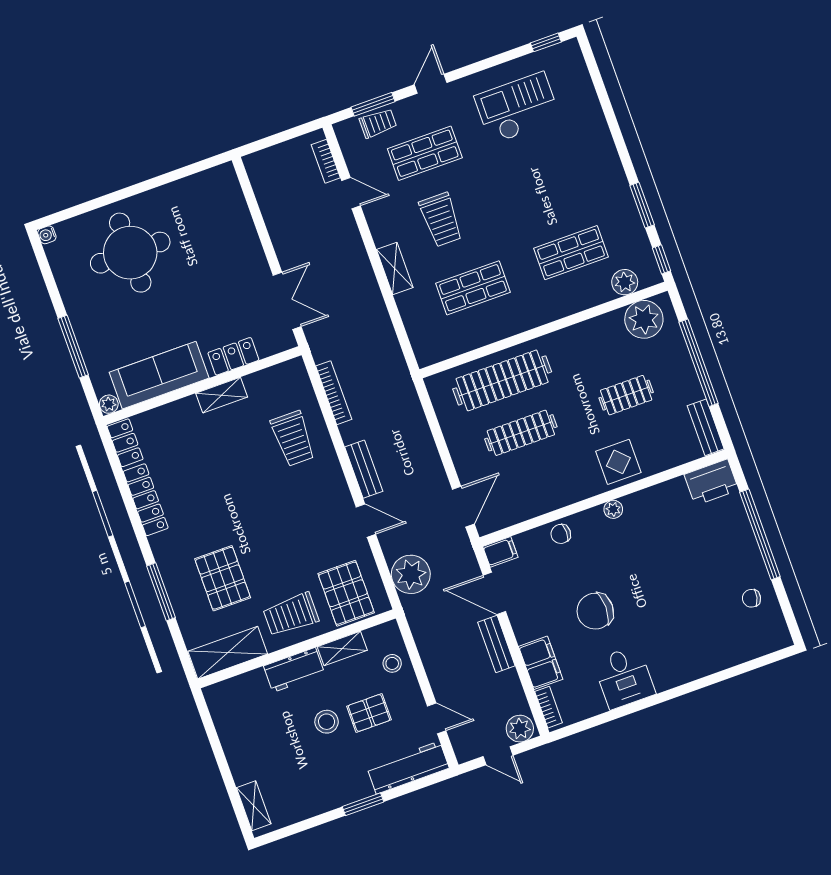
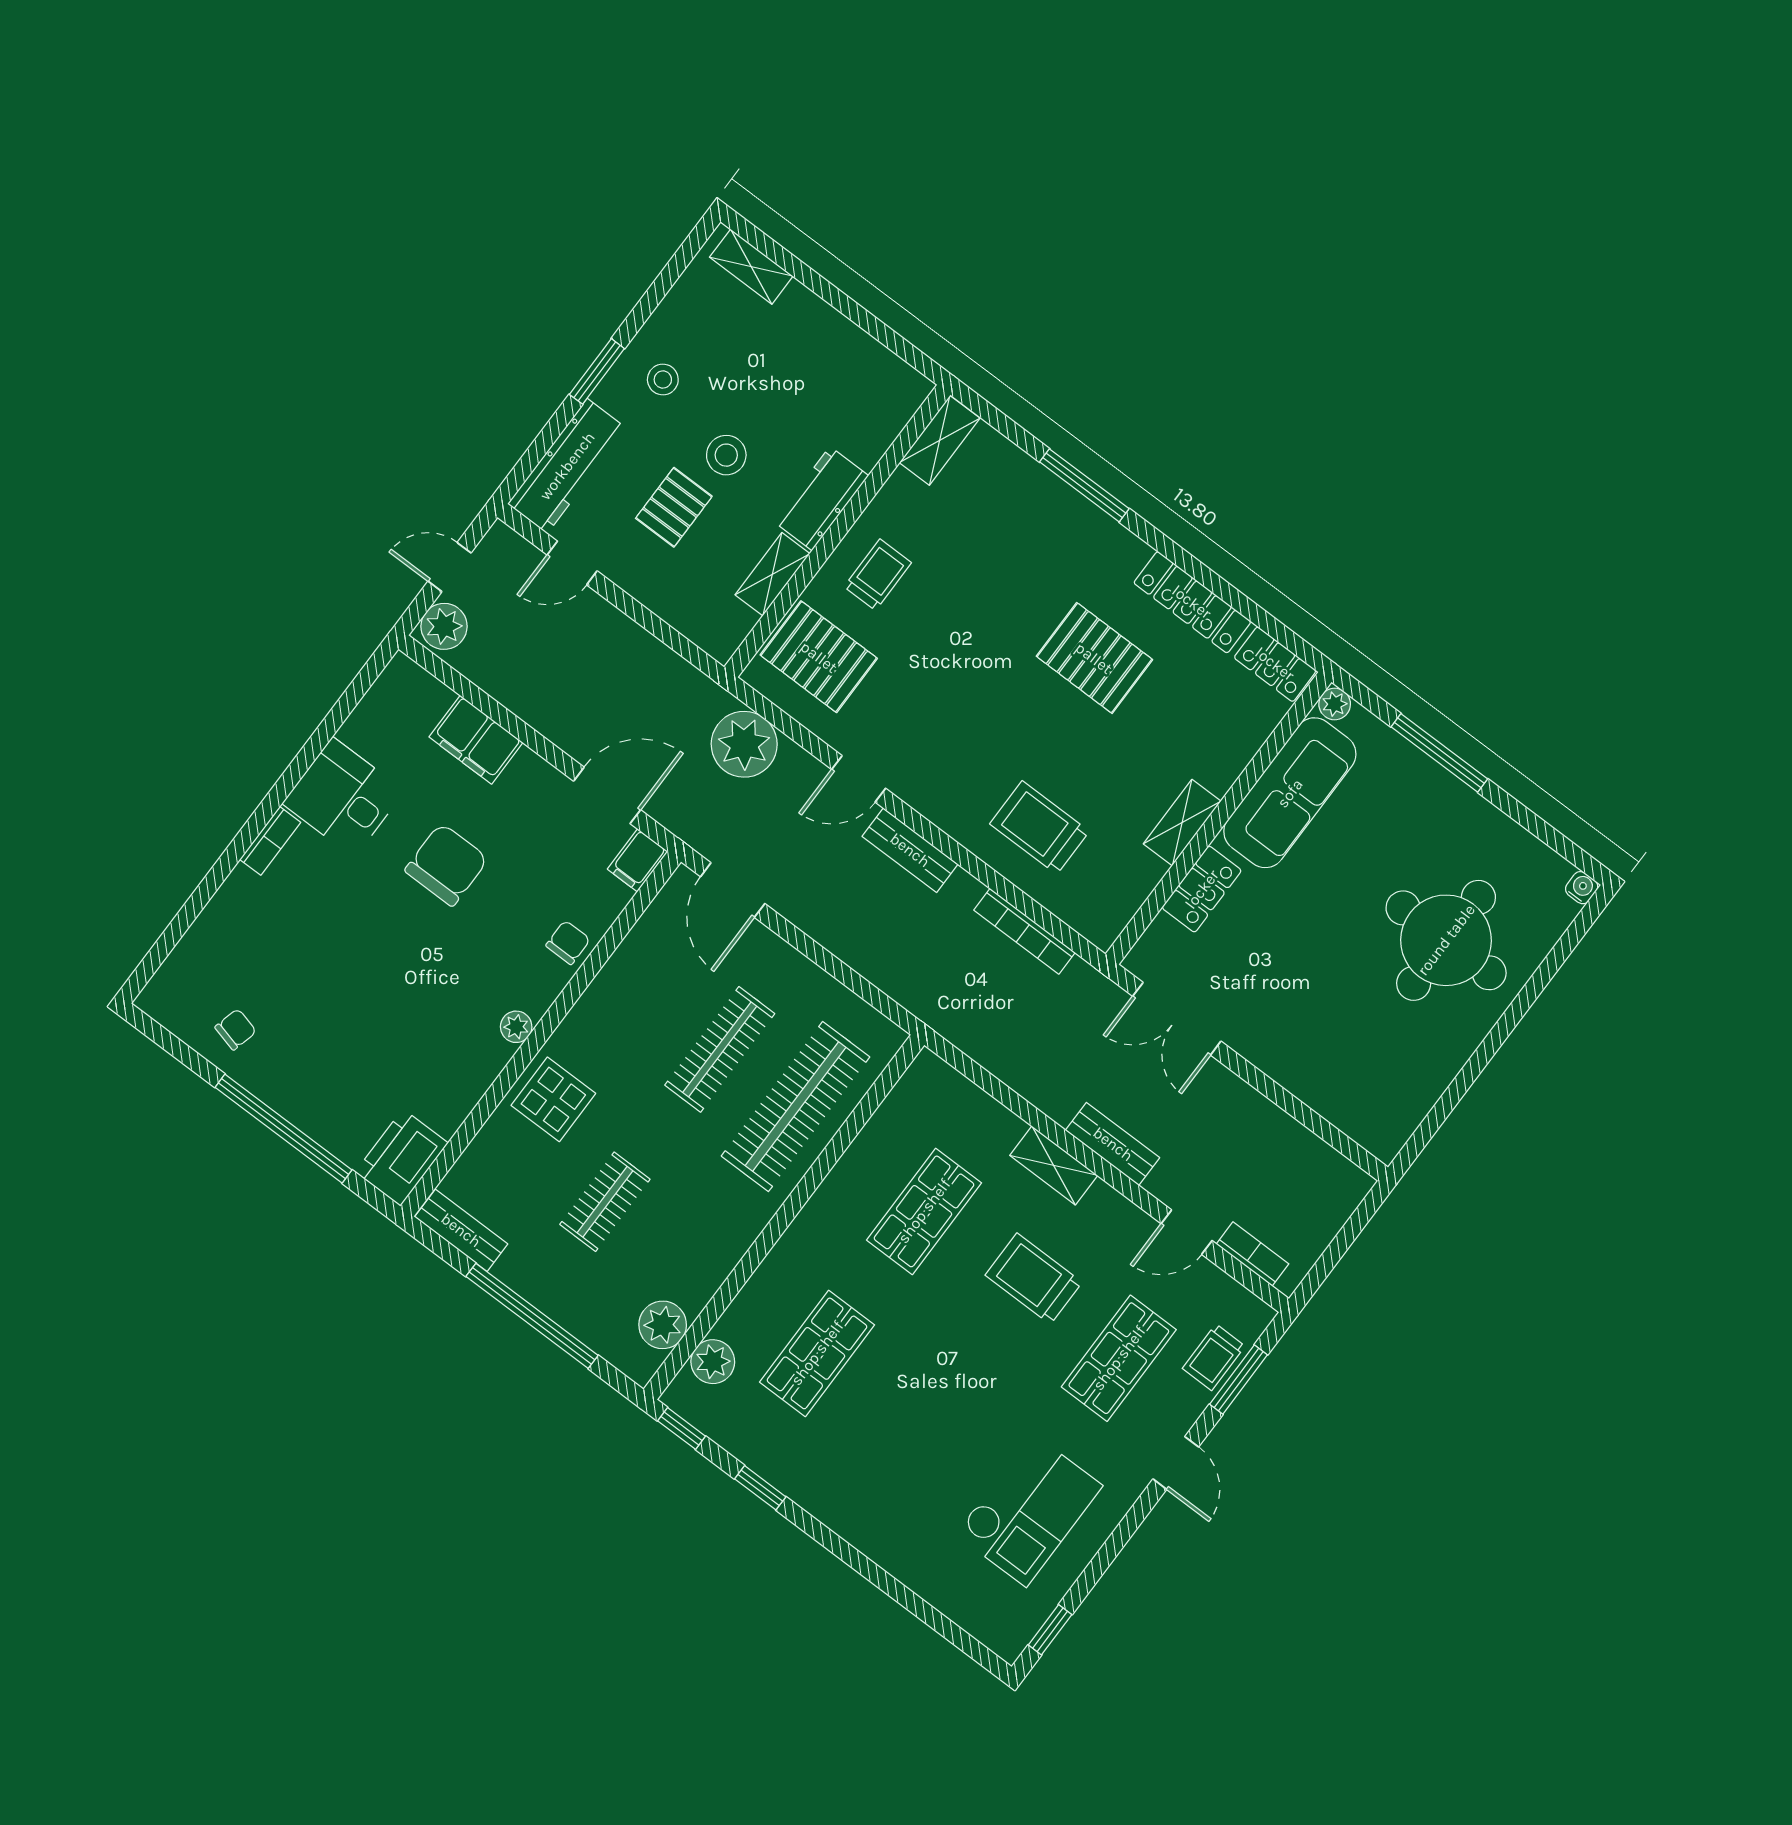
window: (642, 205) -> (760, 1488), width x0.67
plant: (644, 319) -> (663, 1325), width x0.73, depth x0.73
pallet: (223, 578) -> (1094, 658), moved
trolley: (291, 614) -> (878, 575), width x0.73, depth x0.72
bench: (496, 644) -> (1113, 1144), moved
shelving: (228, 653) -> (940, 440), width x0.67, depth x0.75
stool: (392, 663) -> (663, 380), moved
bookcase: (549, 707) -> (270, 841), moved, turned -90

